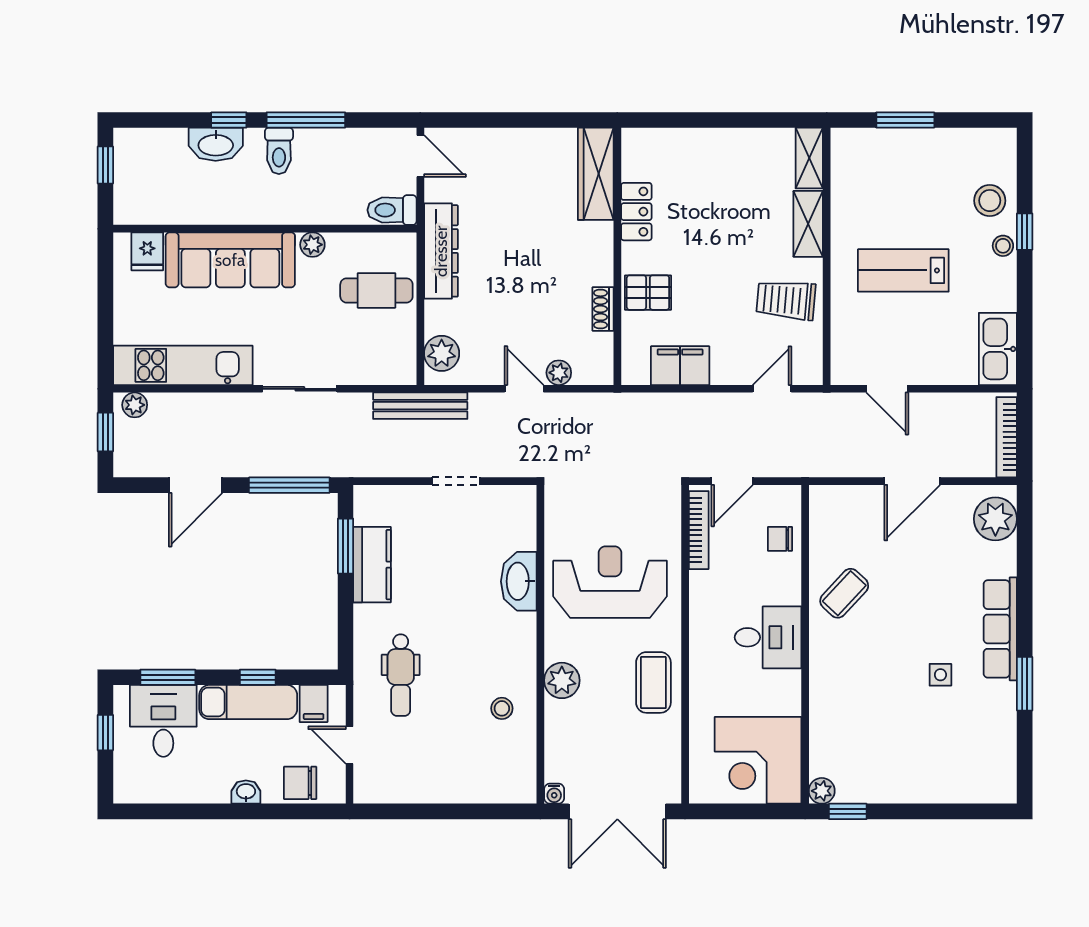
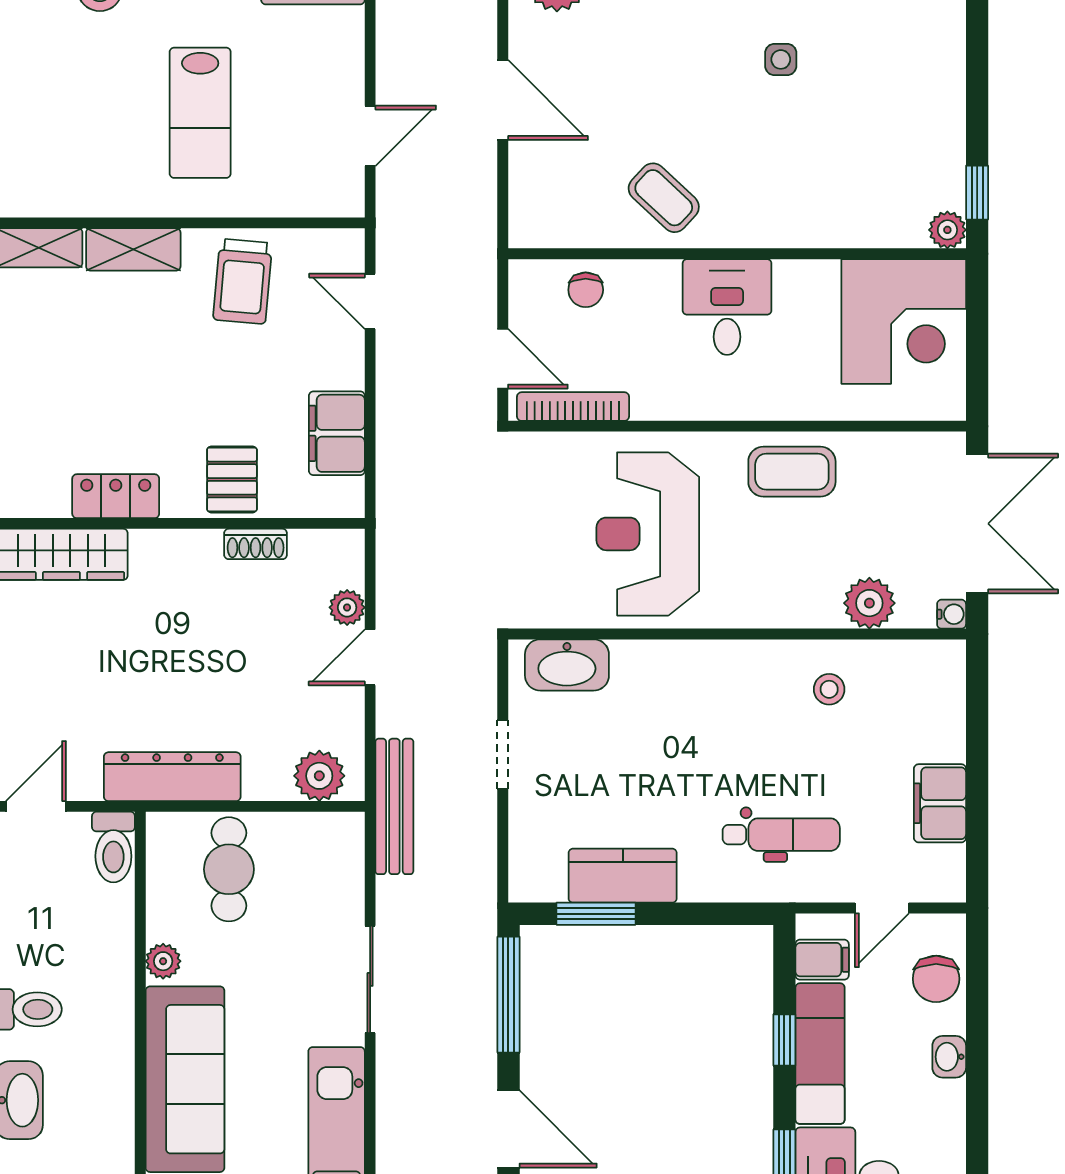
washbasin: (519, 581) -> (567, 665), moved
plant: (562, 680) -> (869, 603), moved
filing cabinet: (422, 786) -> (940, 803), added

